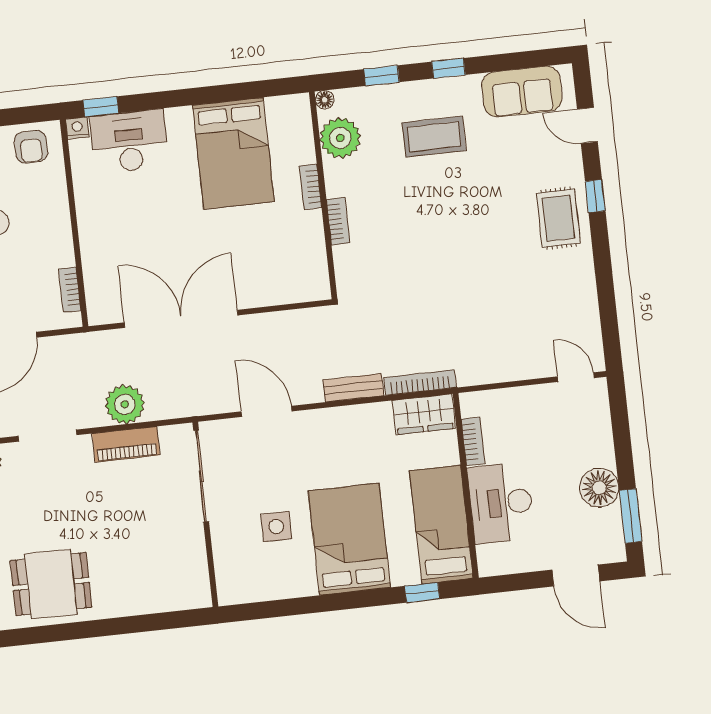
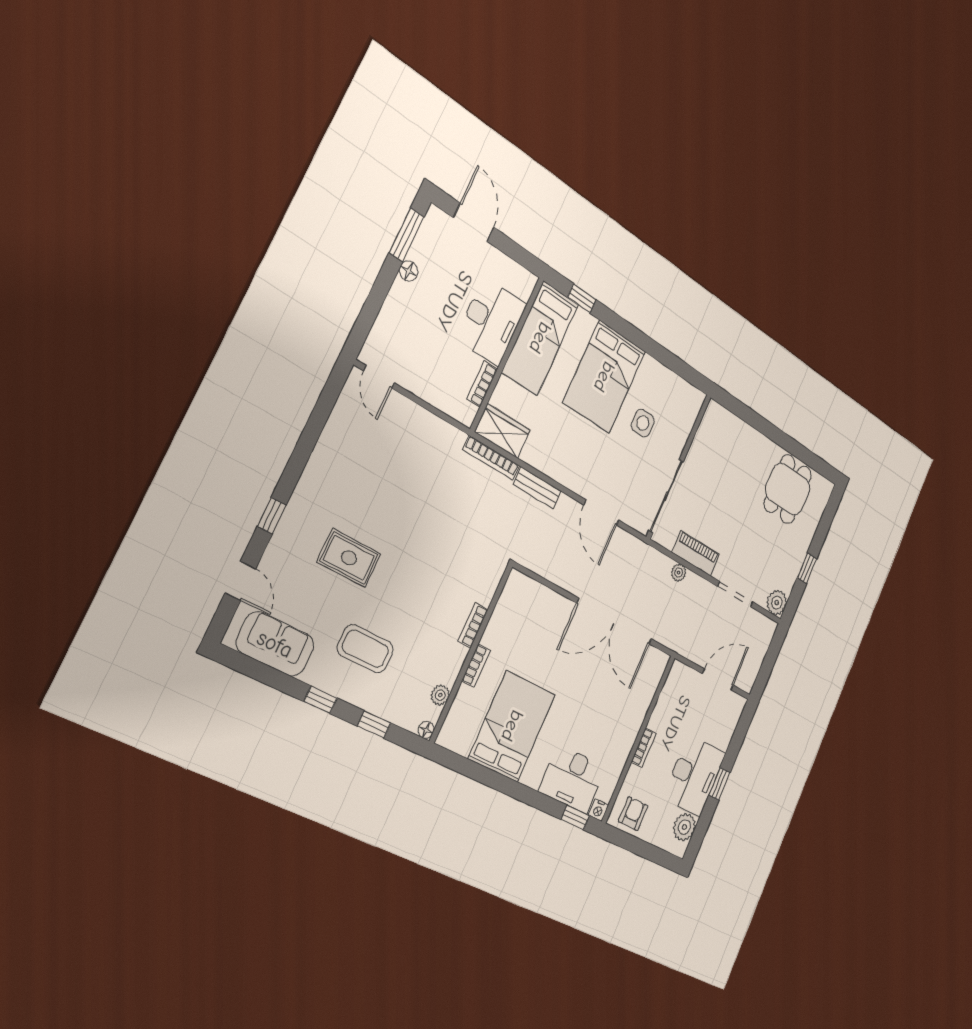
plant: (340, 138) -> (440, 695), width x0.53, depth x0.53
rug: (558, 218) -> (349, 558), moved, turned 90
bookcase: (70, 290) -> (644, 748), moved
plant: (125, 404) -> (679, 573), width x0.53, depth x0.53
floor lamp: (599, 488) -> (409, 271), width x0.53, depth x0.53
dining table: (51, 584) -> (788, 489), turned 90

